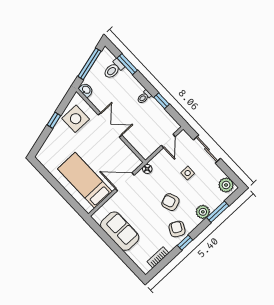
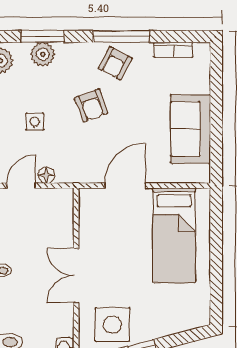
floor lamp: (147, 169) -> (46, 175), moved
door: (125, 182) -> (125, 186), swing flipped
plant: (203, 212) -> (43, 54), moved
window: (185, 243) -> (121, 36), width x2.17

